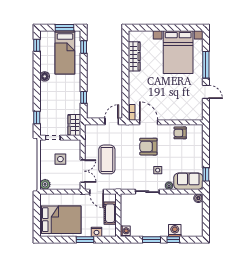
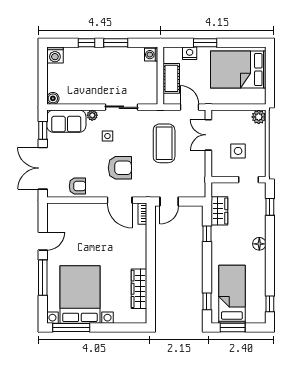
window: (185, 28) -> (71, 327), added
floor lamp: (45, 76) -> (259, 244), moved
door: (206, 92) -> (43, 241), swing flipped
wardrobe: (74, 125) -> (219, 211), moved
double door: (206, 146) -> (43, 168), added
coffee table: (107, 159) -> (164, 143), moved
washing machine: (175, 230) -> (55, 55), moved

